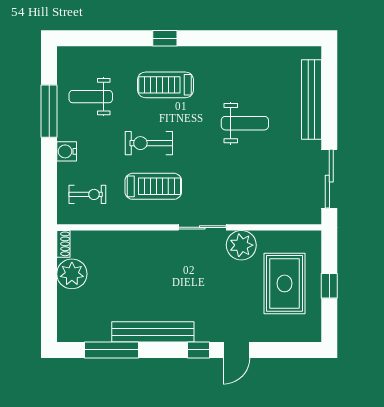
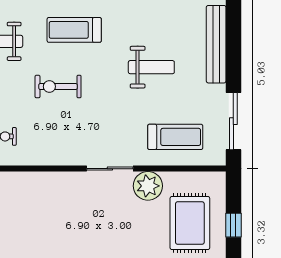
treadmill: (153, 186) -> (175, 137), moved

